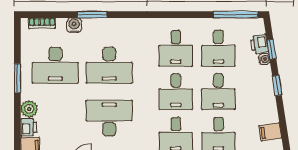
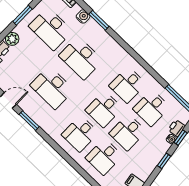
desk: (109, 118) -> (52, 88), turned 180

